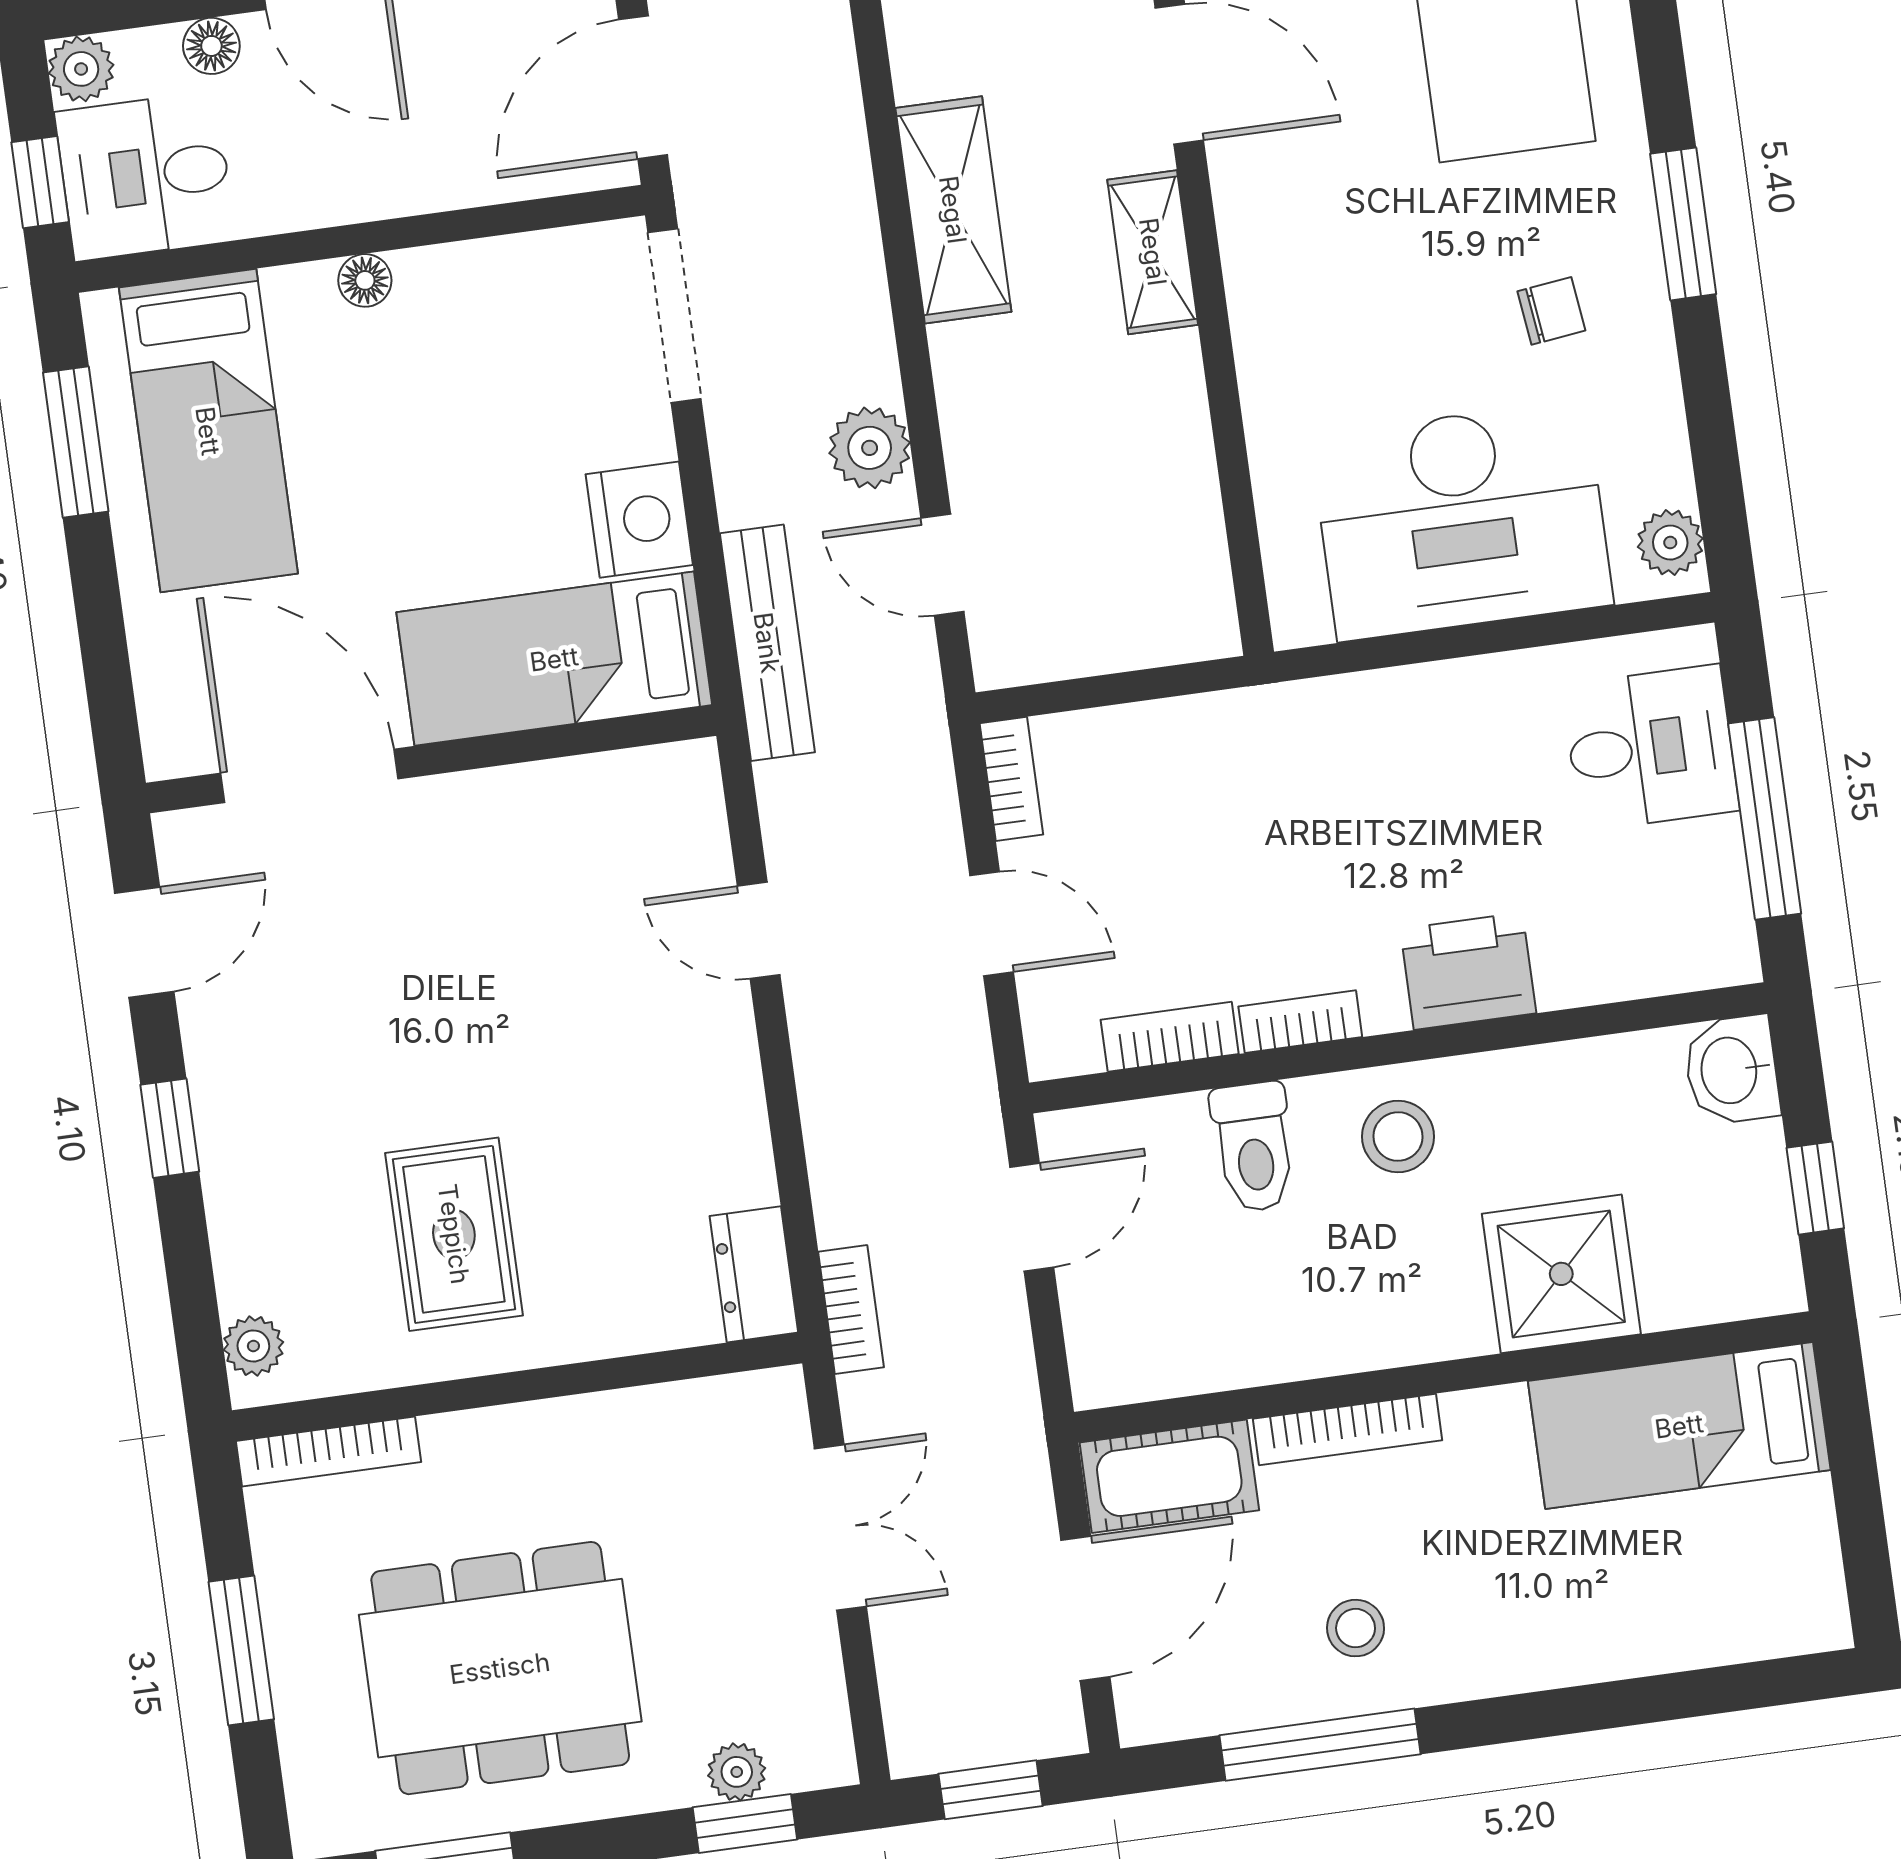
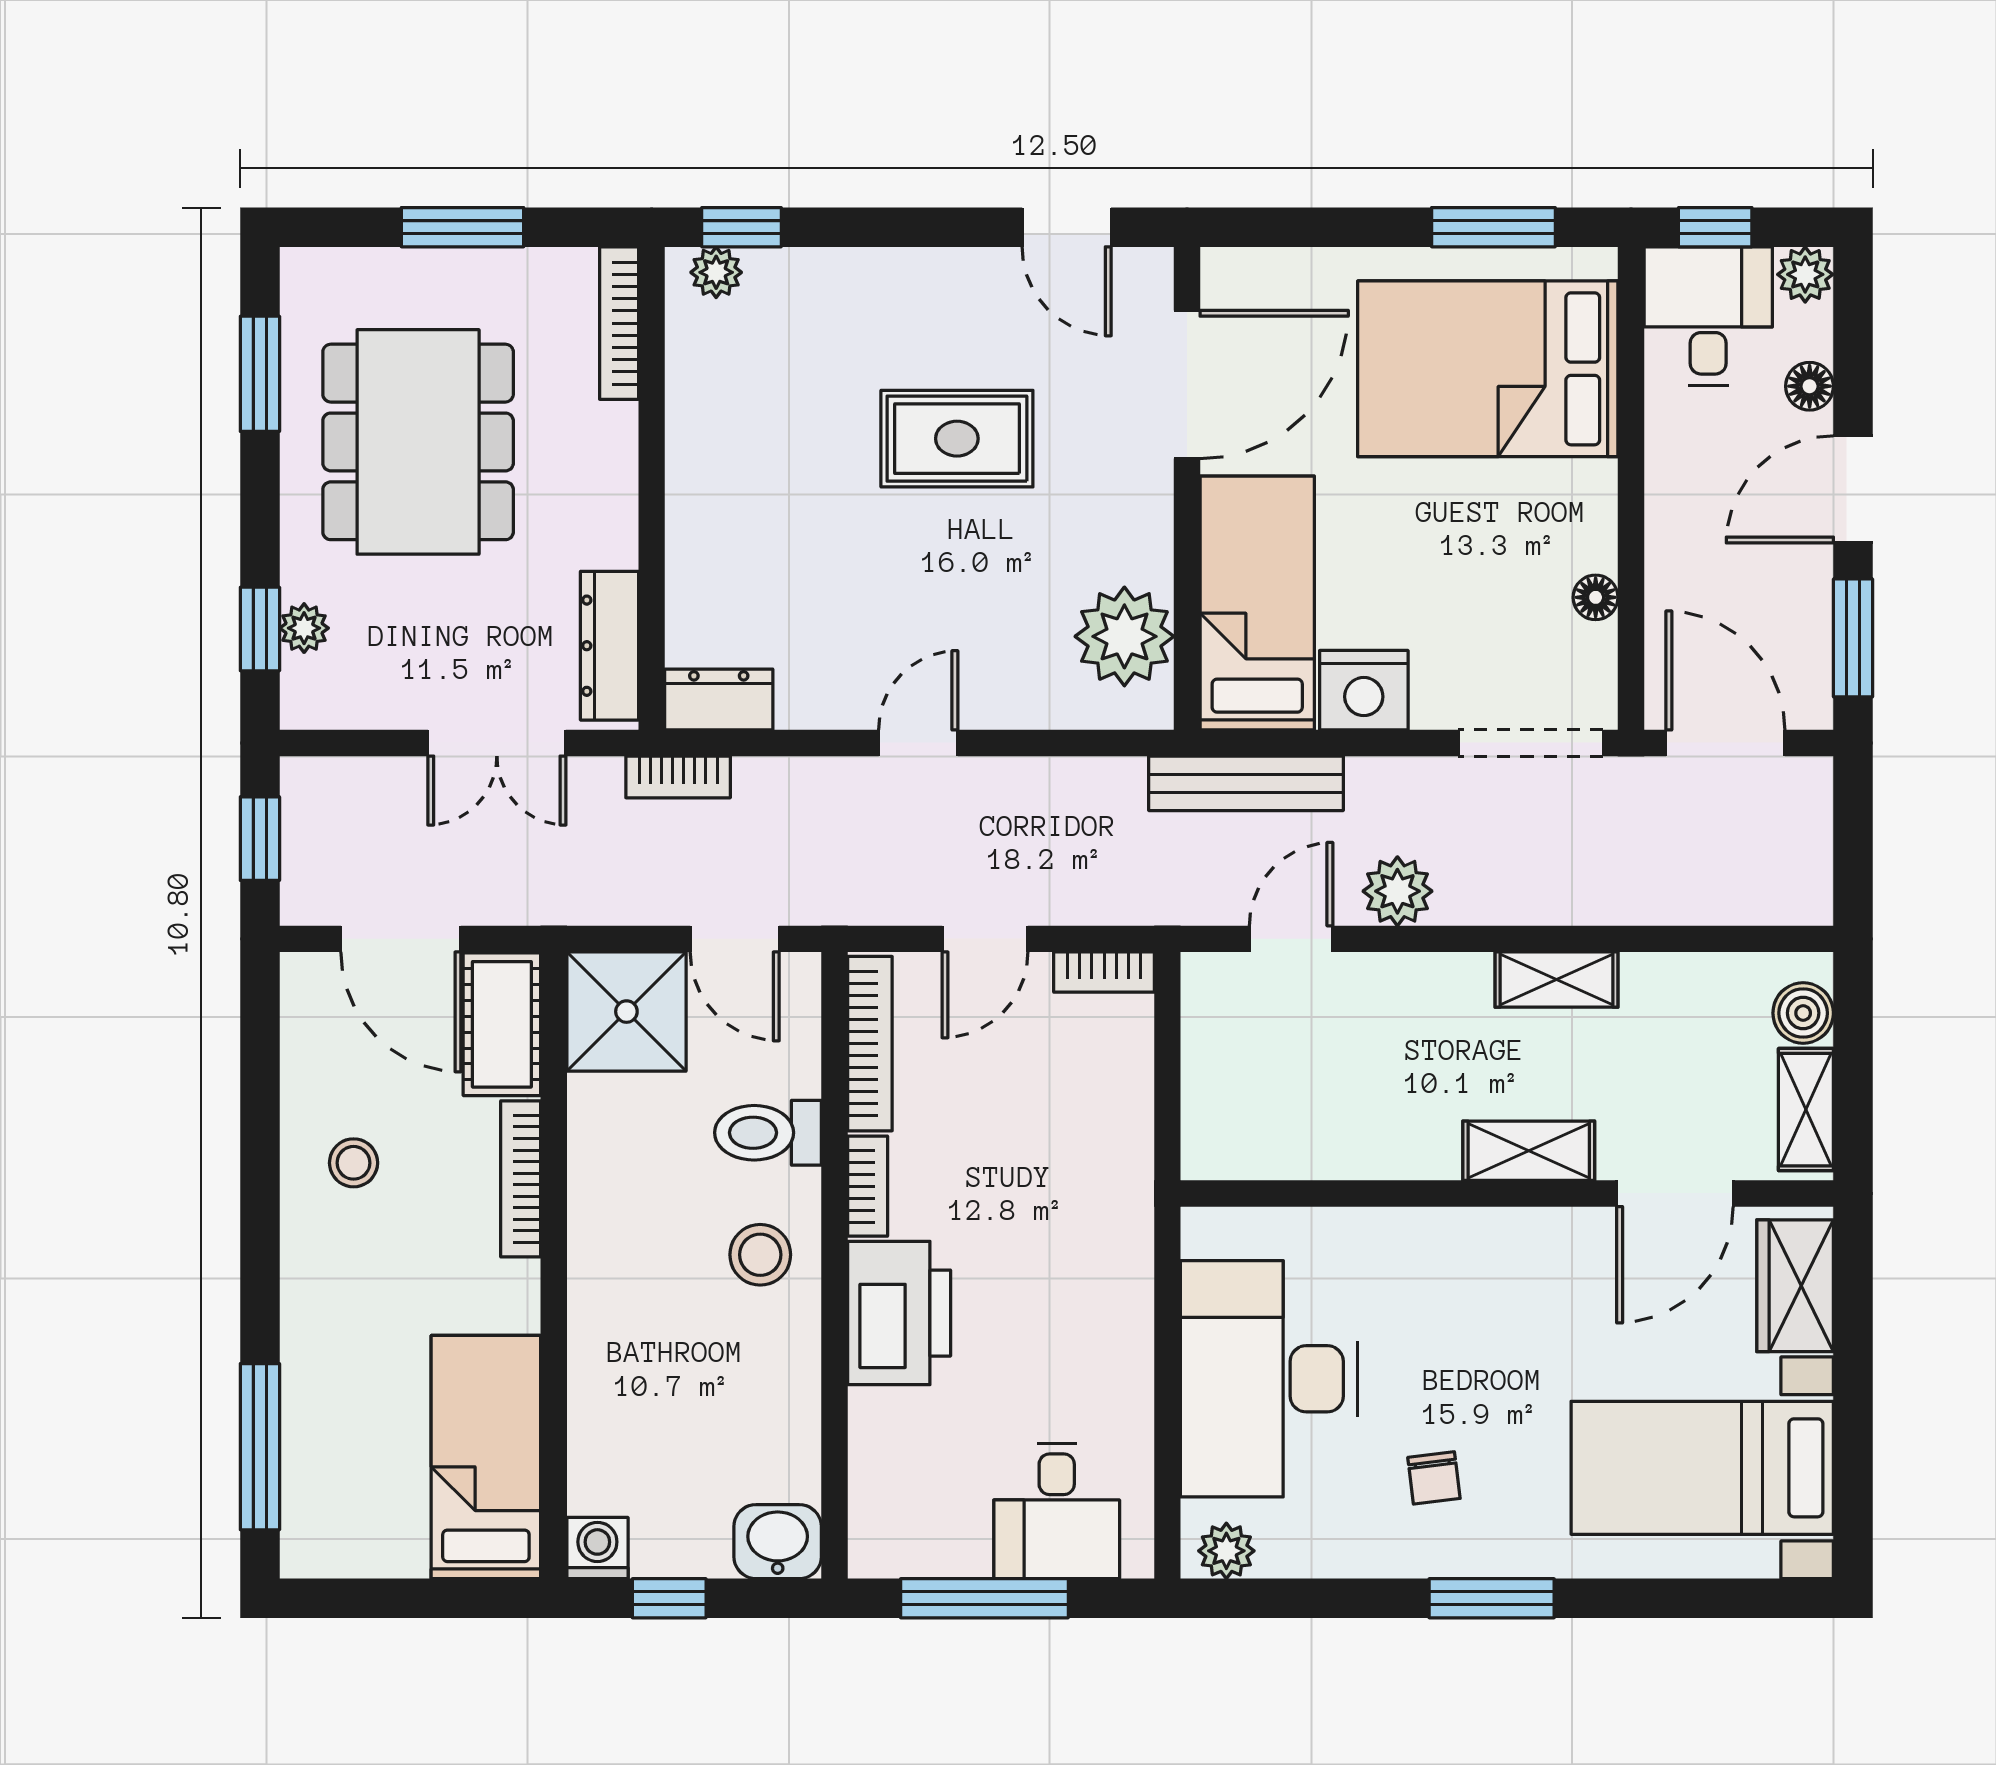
shelving: (953, 210) -> (1556, 980), width x0.67, depth x0.75
floor lamp: (365, 280) -> (1596, 597), moved
bed: (208, 431) -> (1488, 369), width x1.50
plant: (615, 809) -> (1124, 636), added
door: (759, 930) -> (918, 743), moved
printer: (1468, 971) -> (899, 1313), width x1.37, depth x1.19
bookcase: (1170, 1037) -> (870, 1044), width x1.56
window: (170, 1128) -> (741, 227), moved
rug: (454, 1234) -> (957, 439), moved
shower: (1561, 1274) -> (626, 1012), moved
washing machine: (1768, 1280) -> (597, 1548), added
dresser: (708, 1411) -> (610, 646), added
window: (1320, 1745) -> (260, 1447), moved

